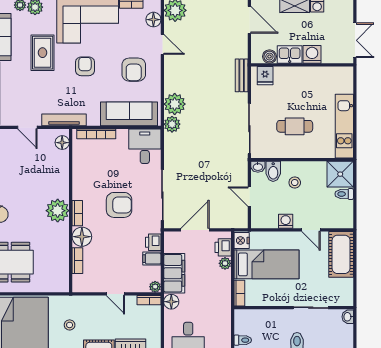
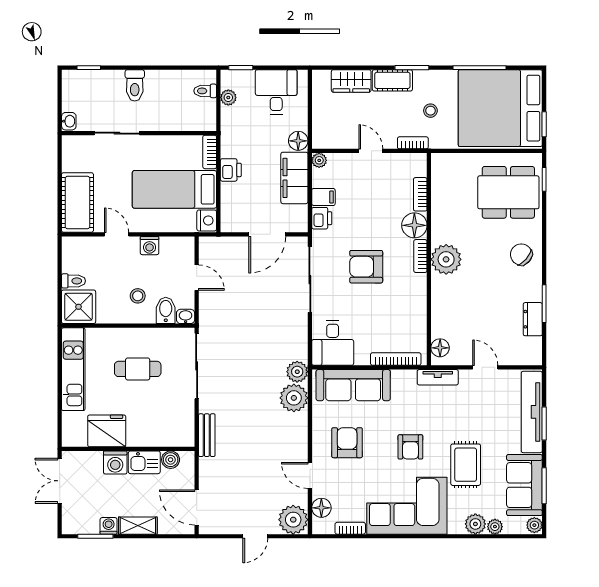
fridge: (265, 76) -> (107, 431), moved, width x1.88, depth x1.34
tv unit: (64, 120) -> (438, 377), width x0.71
printer: (223, 247) -> (231, 170), moved
plant: (225, 263) -> (228, 97), moved
bookcase: (149, 300) -> (413, 143), moved

